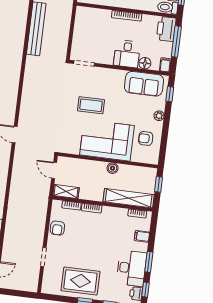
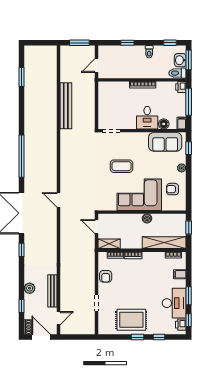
printer: (166, 29) -> (181, 87), width x0.53, depth x0.68

